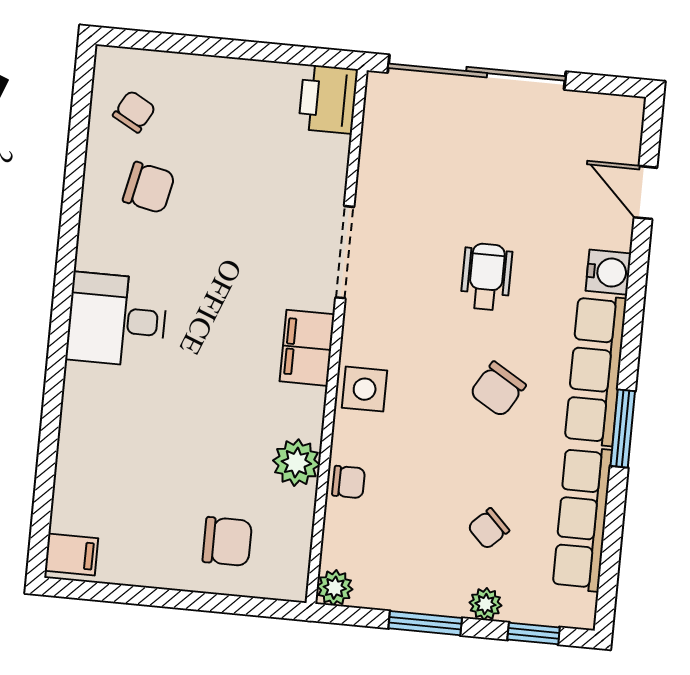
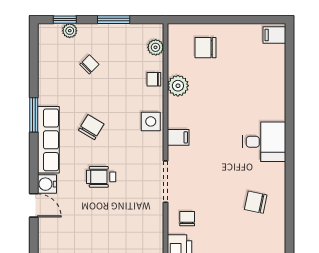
chair: (134, 112) -> (187, 219), moved, turned 151
door: (646, 193) -> (34, 205), moved
wheelchair: (486, 277) -> (101, 177), turned 90
filing cabinet: (307, 348) -> (178, 137), width x0.50
row of seats: (582, 519) -> (48, 73), removed
plant: (335, 588) -> (156, 47), moved
plant: (485, 604) -> (70, 31), moved

